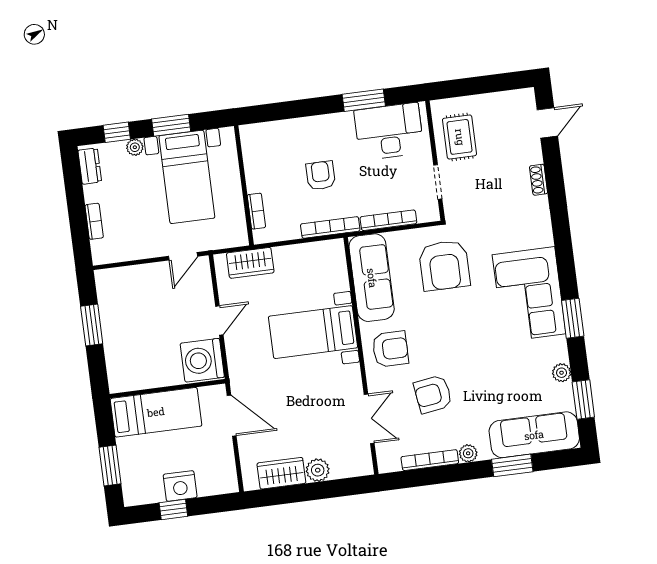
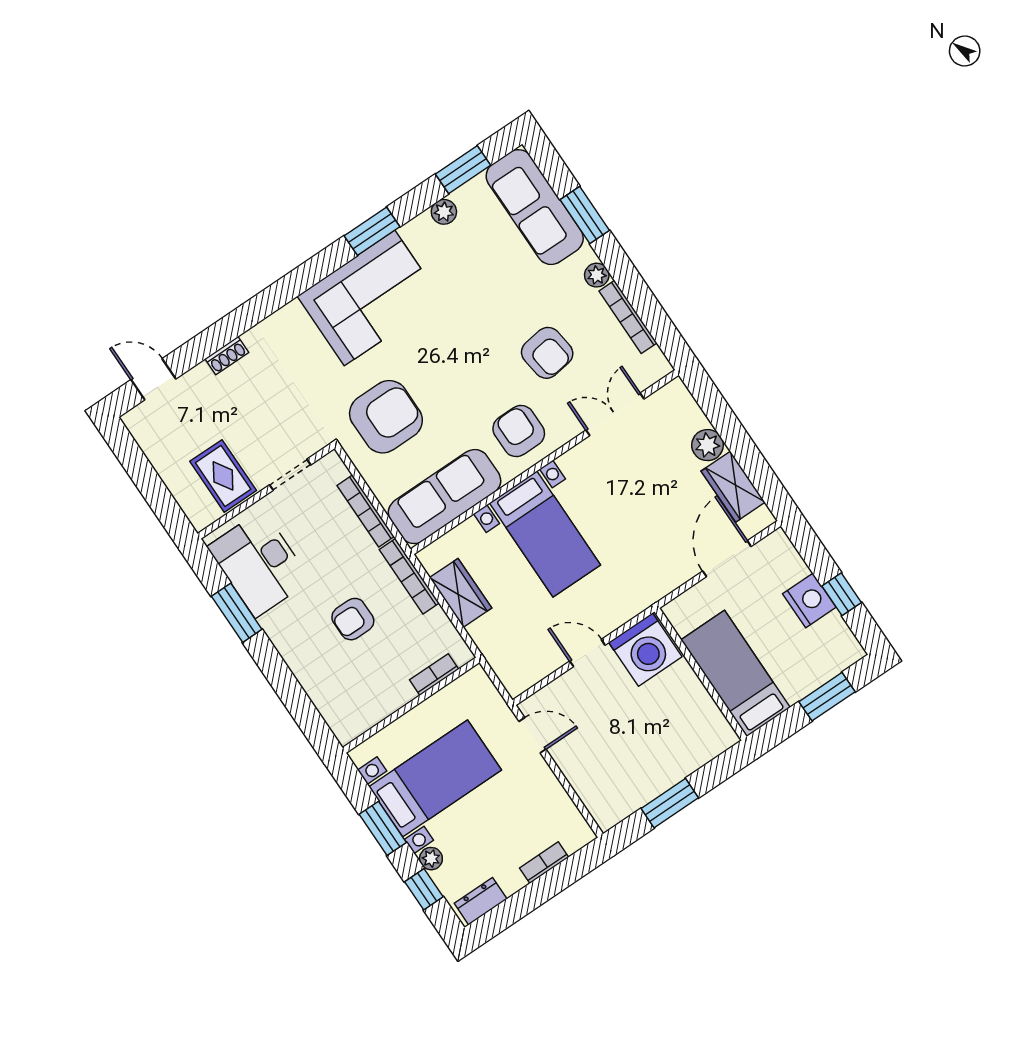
rug: (460, 137) -> (223, 476), turned 90
wardrobe: (250, 263) -> (461, 593), moved
door: (232, 416) -> (727, 559), moved

